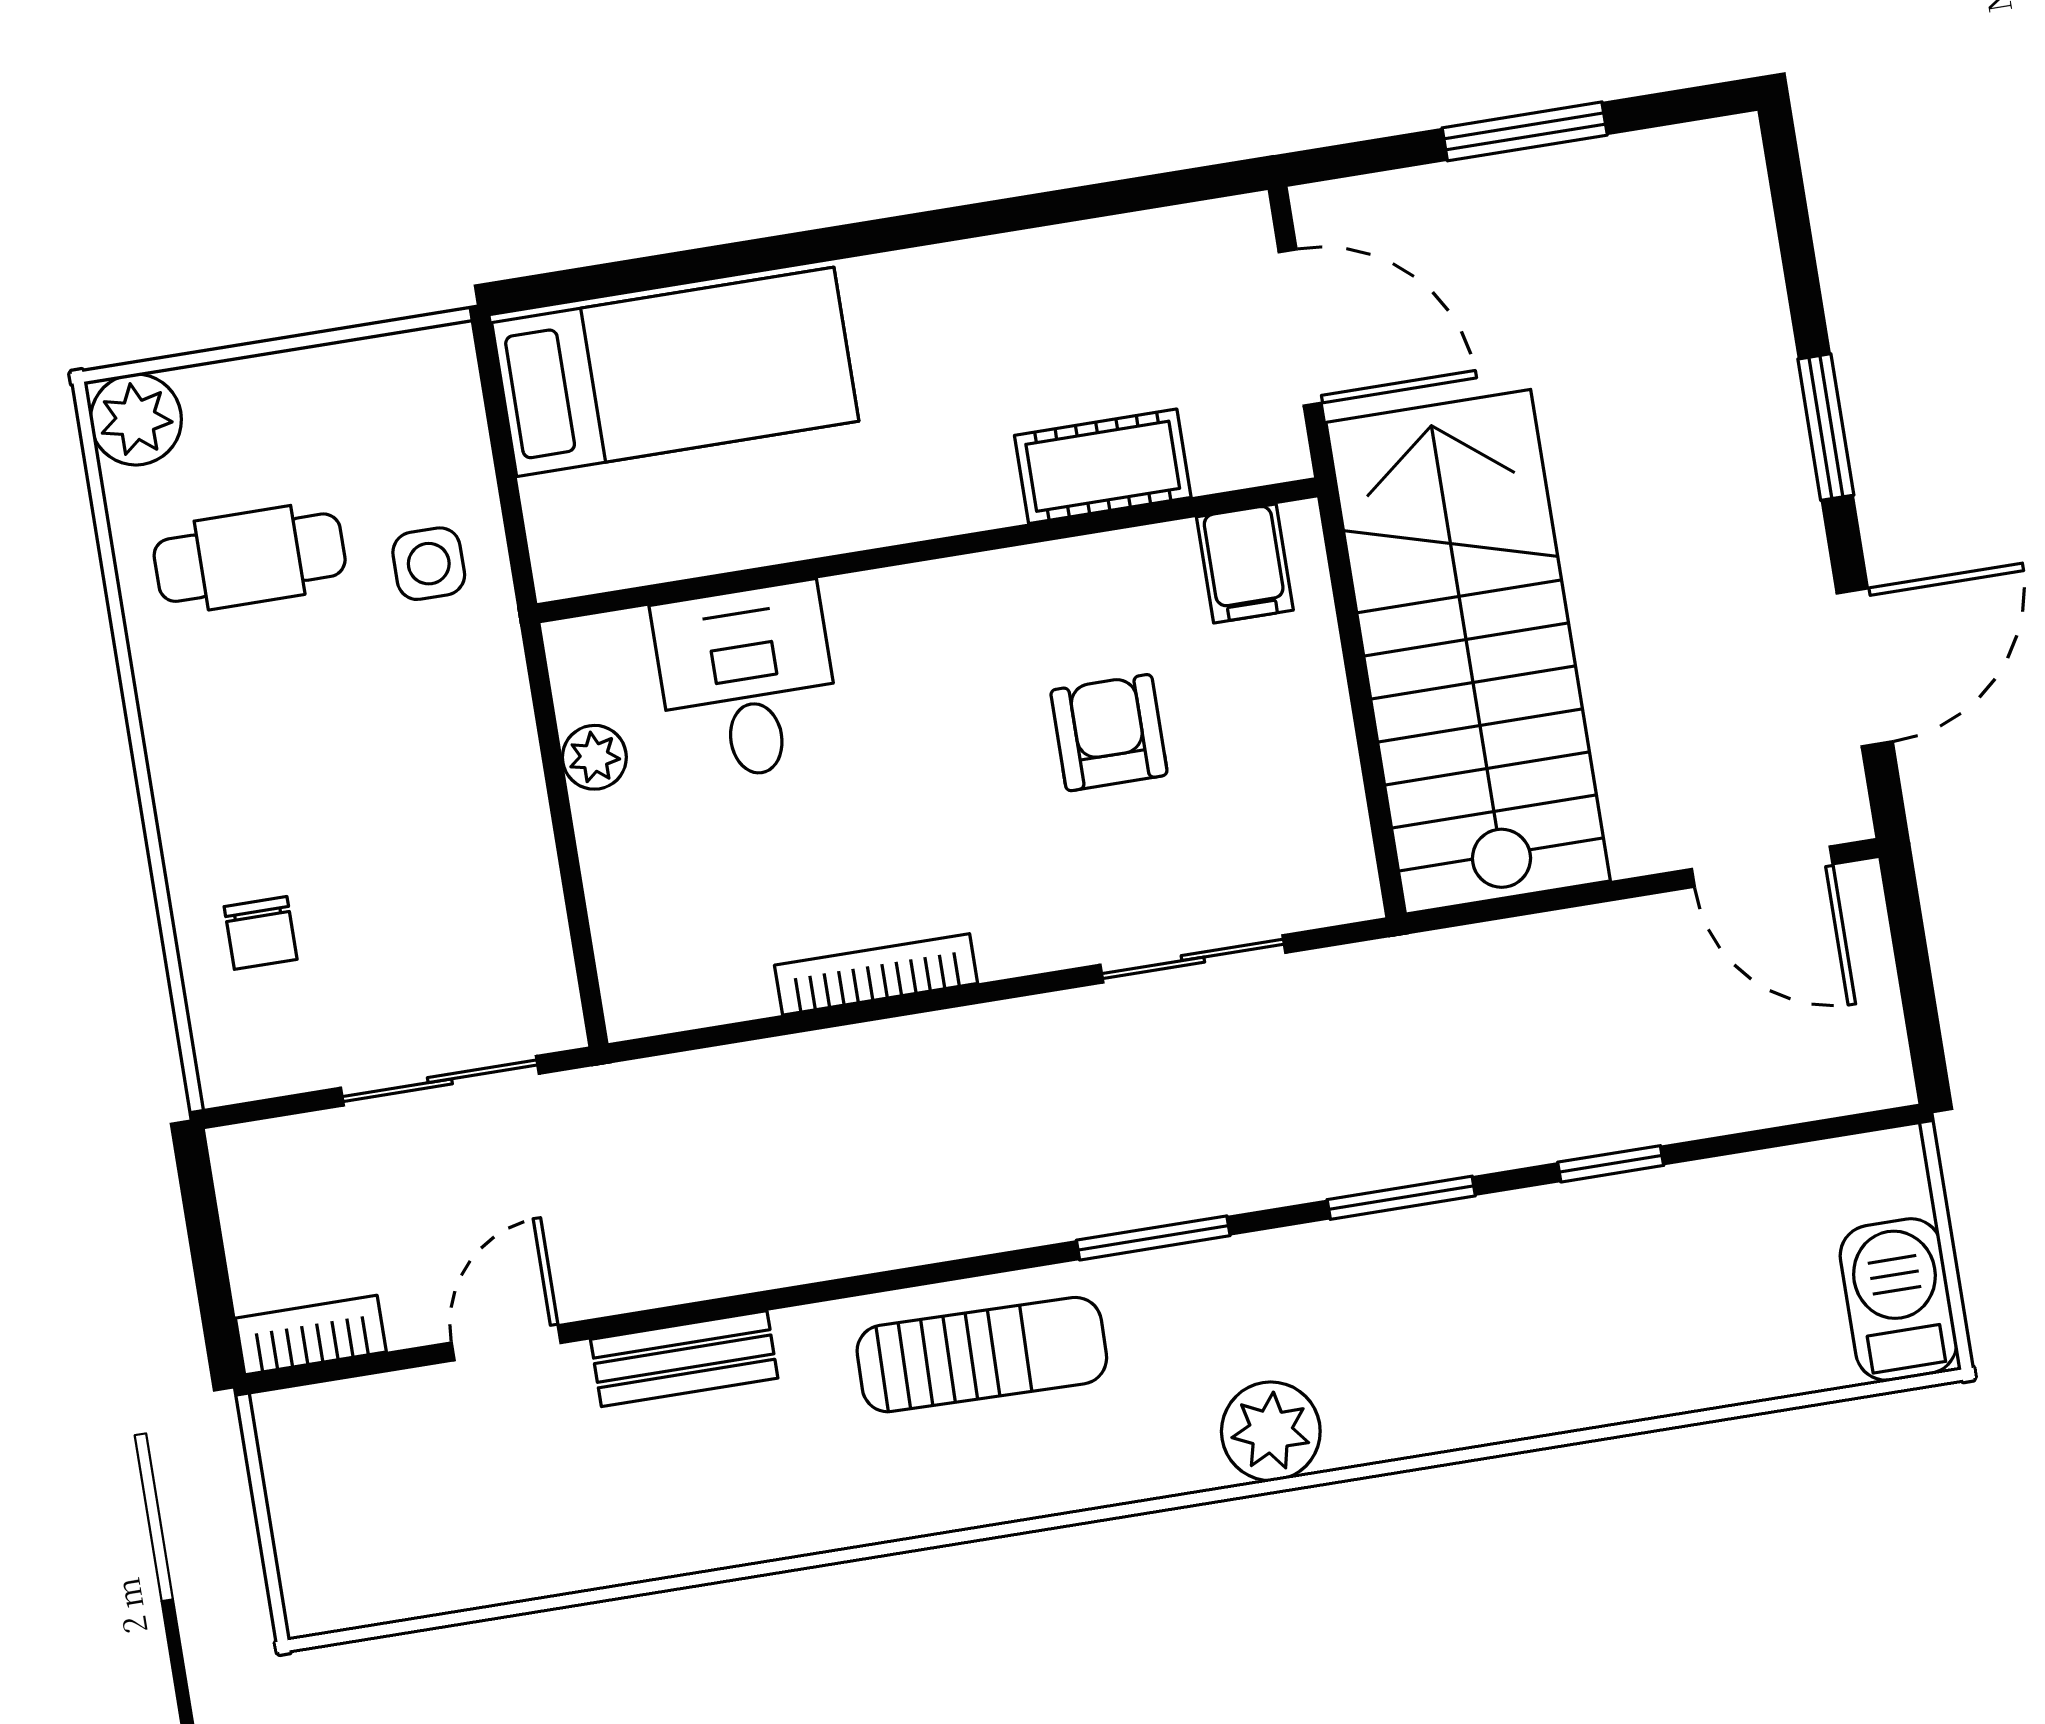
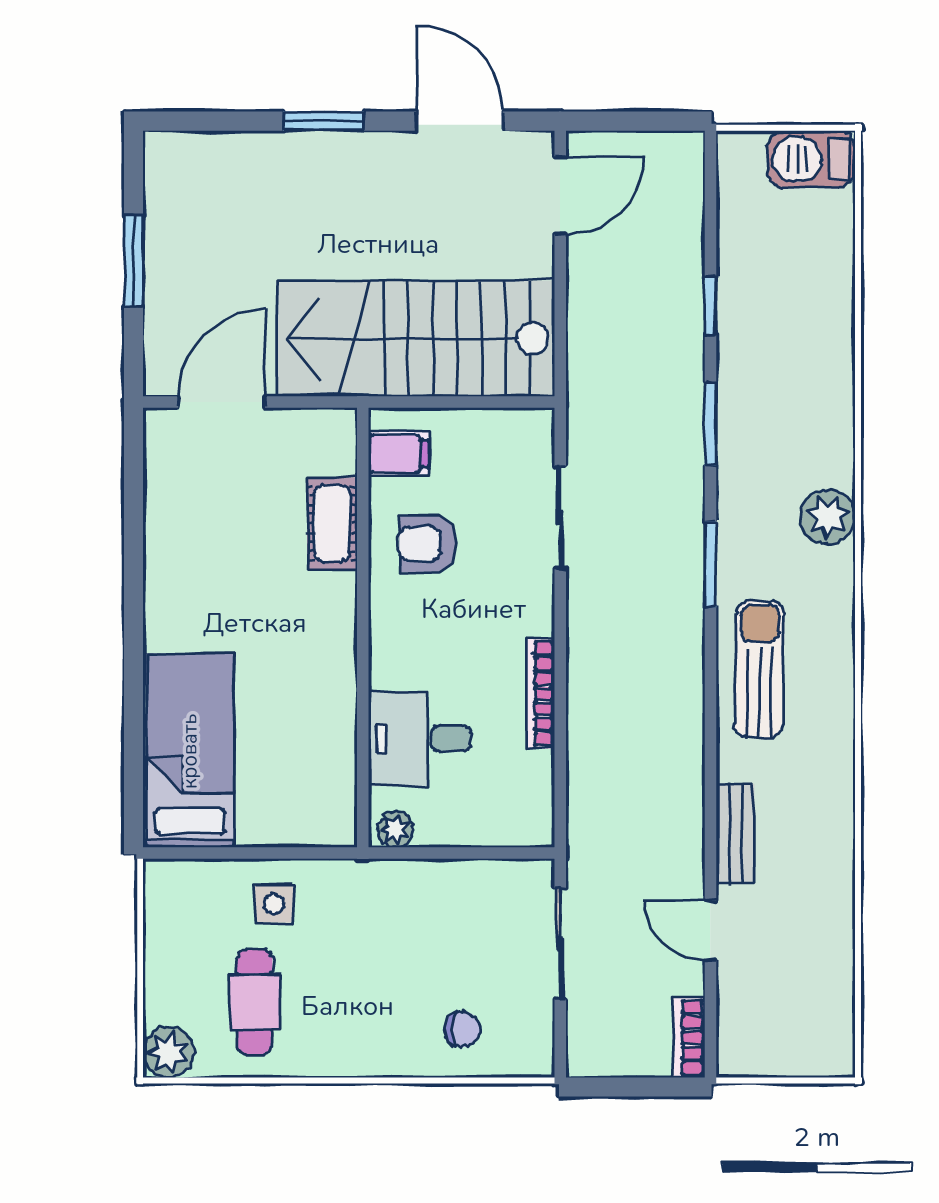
cot: (1103, 466) -> (332, 523), moved
wall: (927, 550) -> (363, 628), moved
filing cabinet: (1245, 564) -> (399, 454), moved
desk: (747, 682) -> (420, 739), moved

